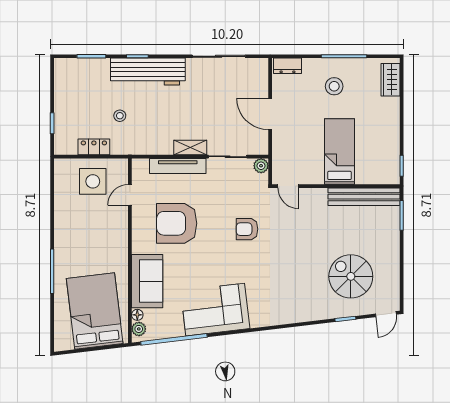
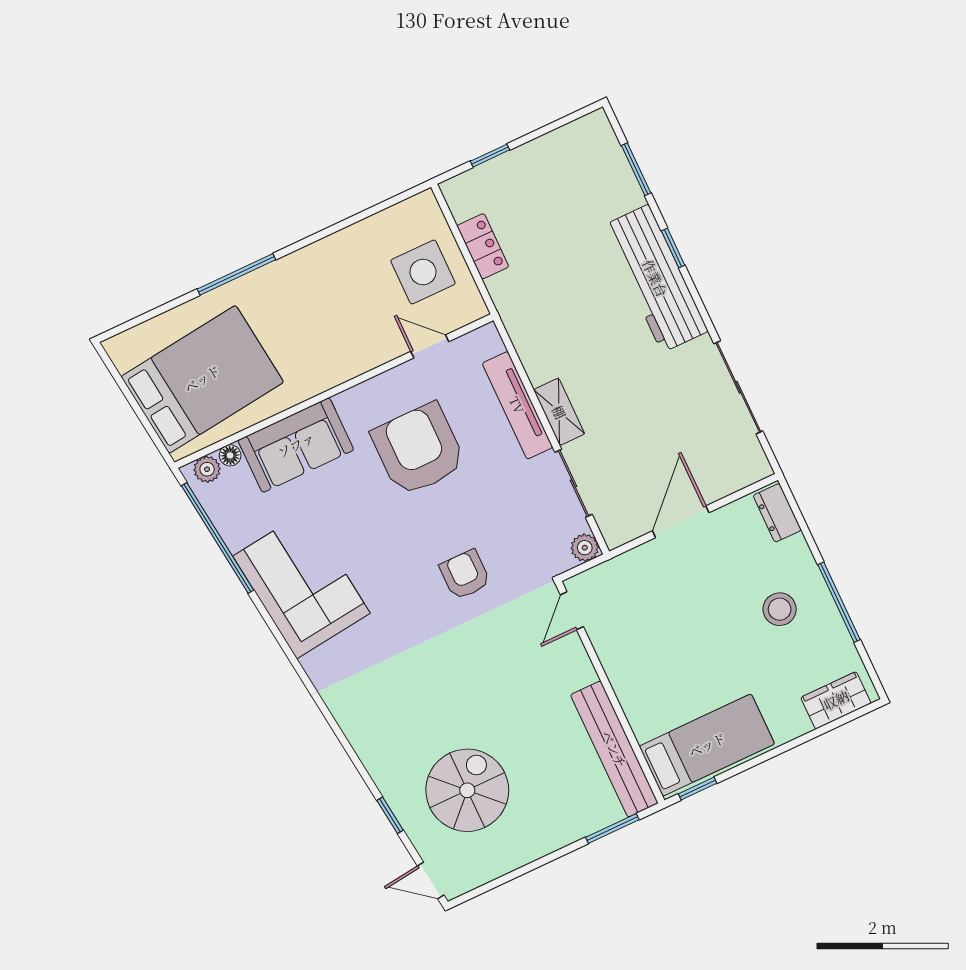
stool: (120, 116) -> (557, 266), removed
bed: (339, 152) -> (707, 745), moved

